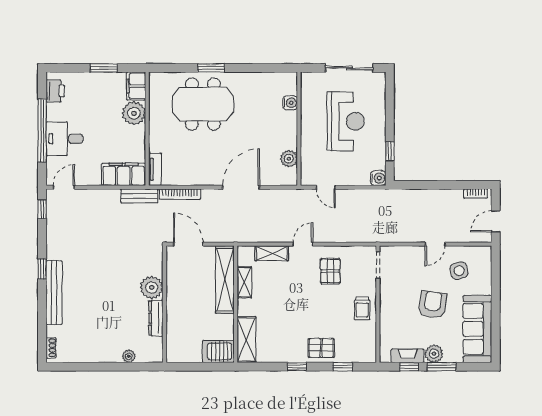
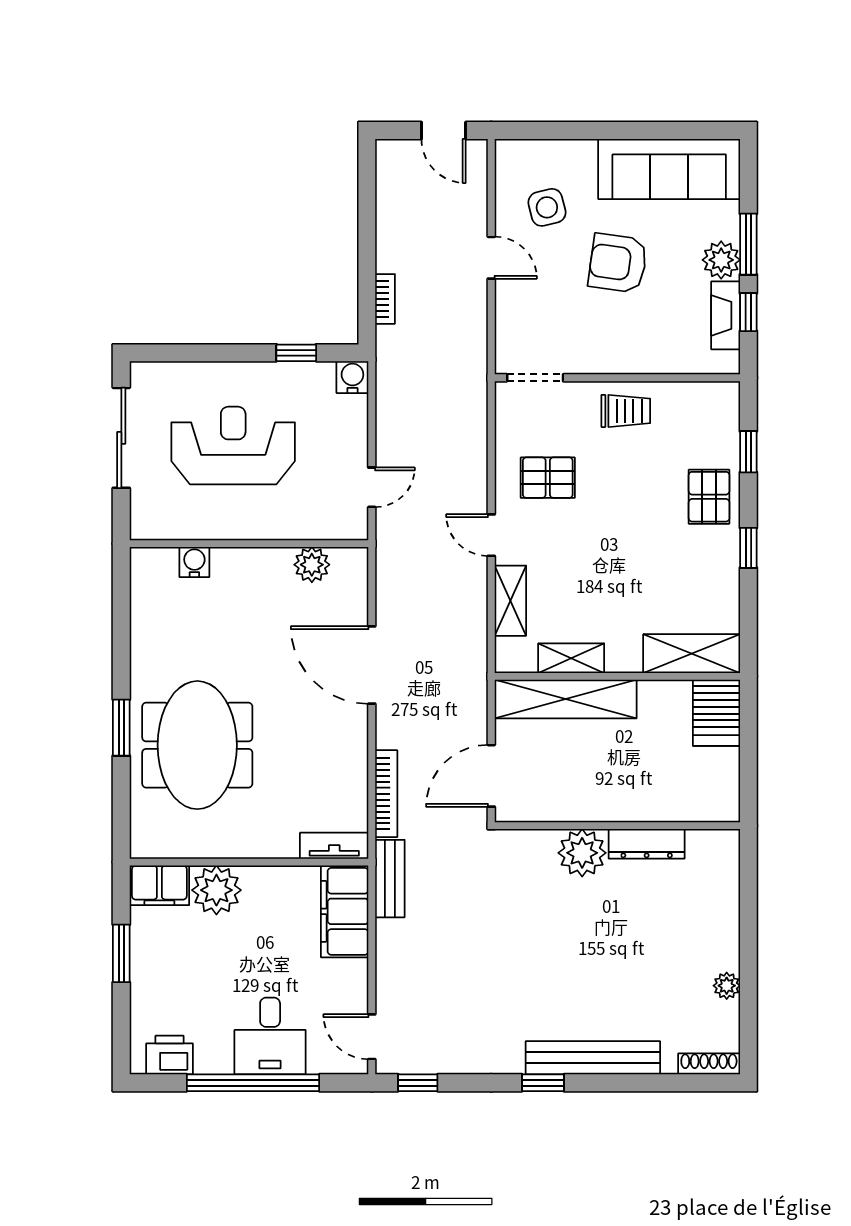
bookcase: (476, 194) -> (385, 299), moved
shoe rack: (51, 348) -> (709, 1064), width x1.43
plant: (129, 356) -> (727, 986), moved

